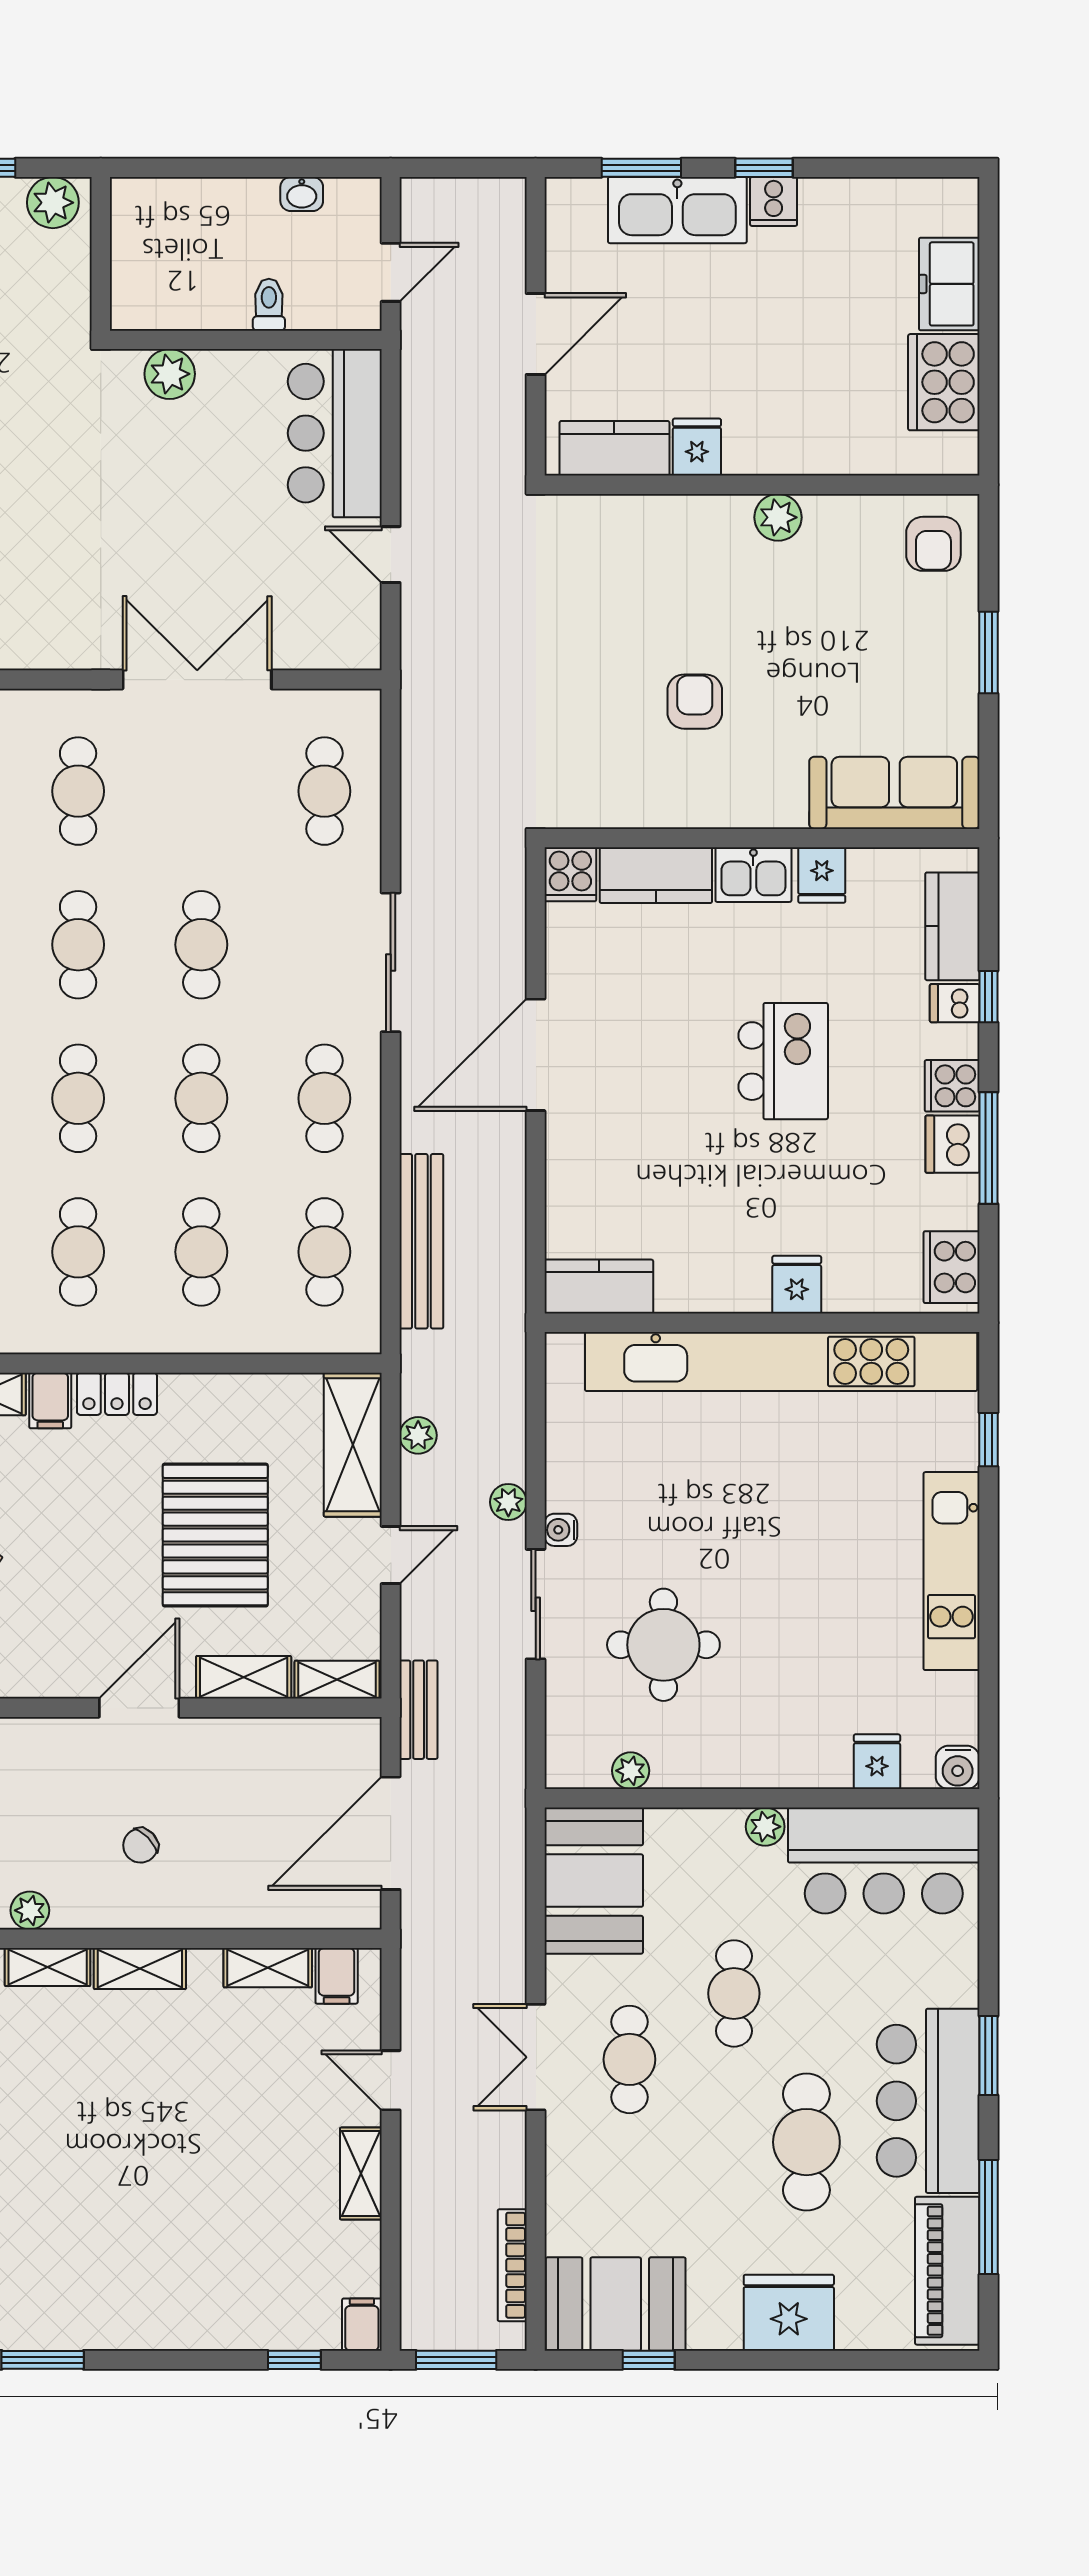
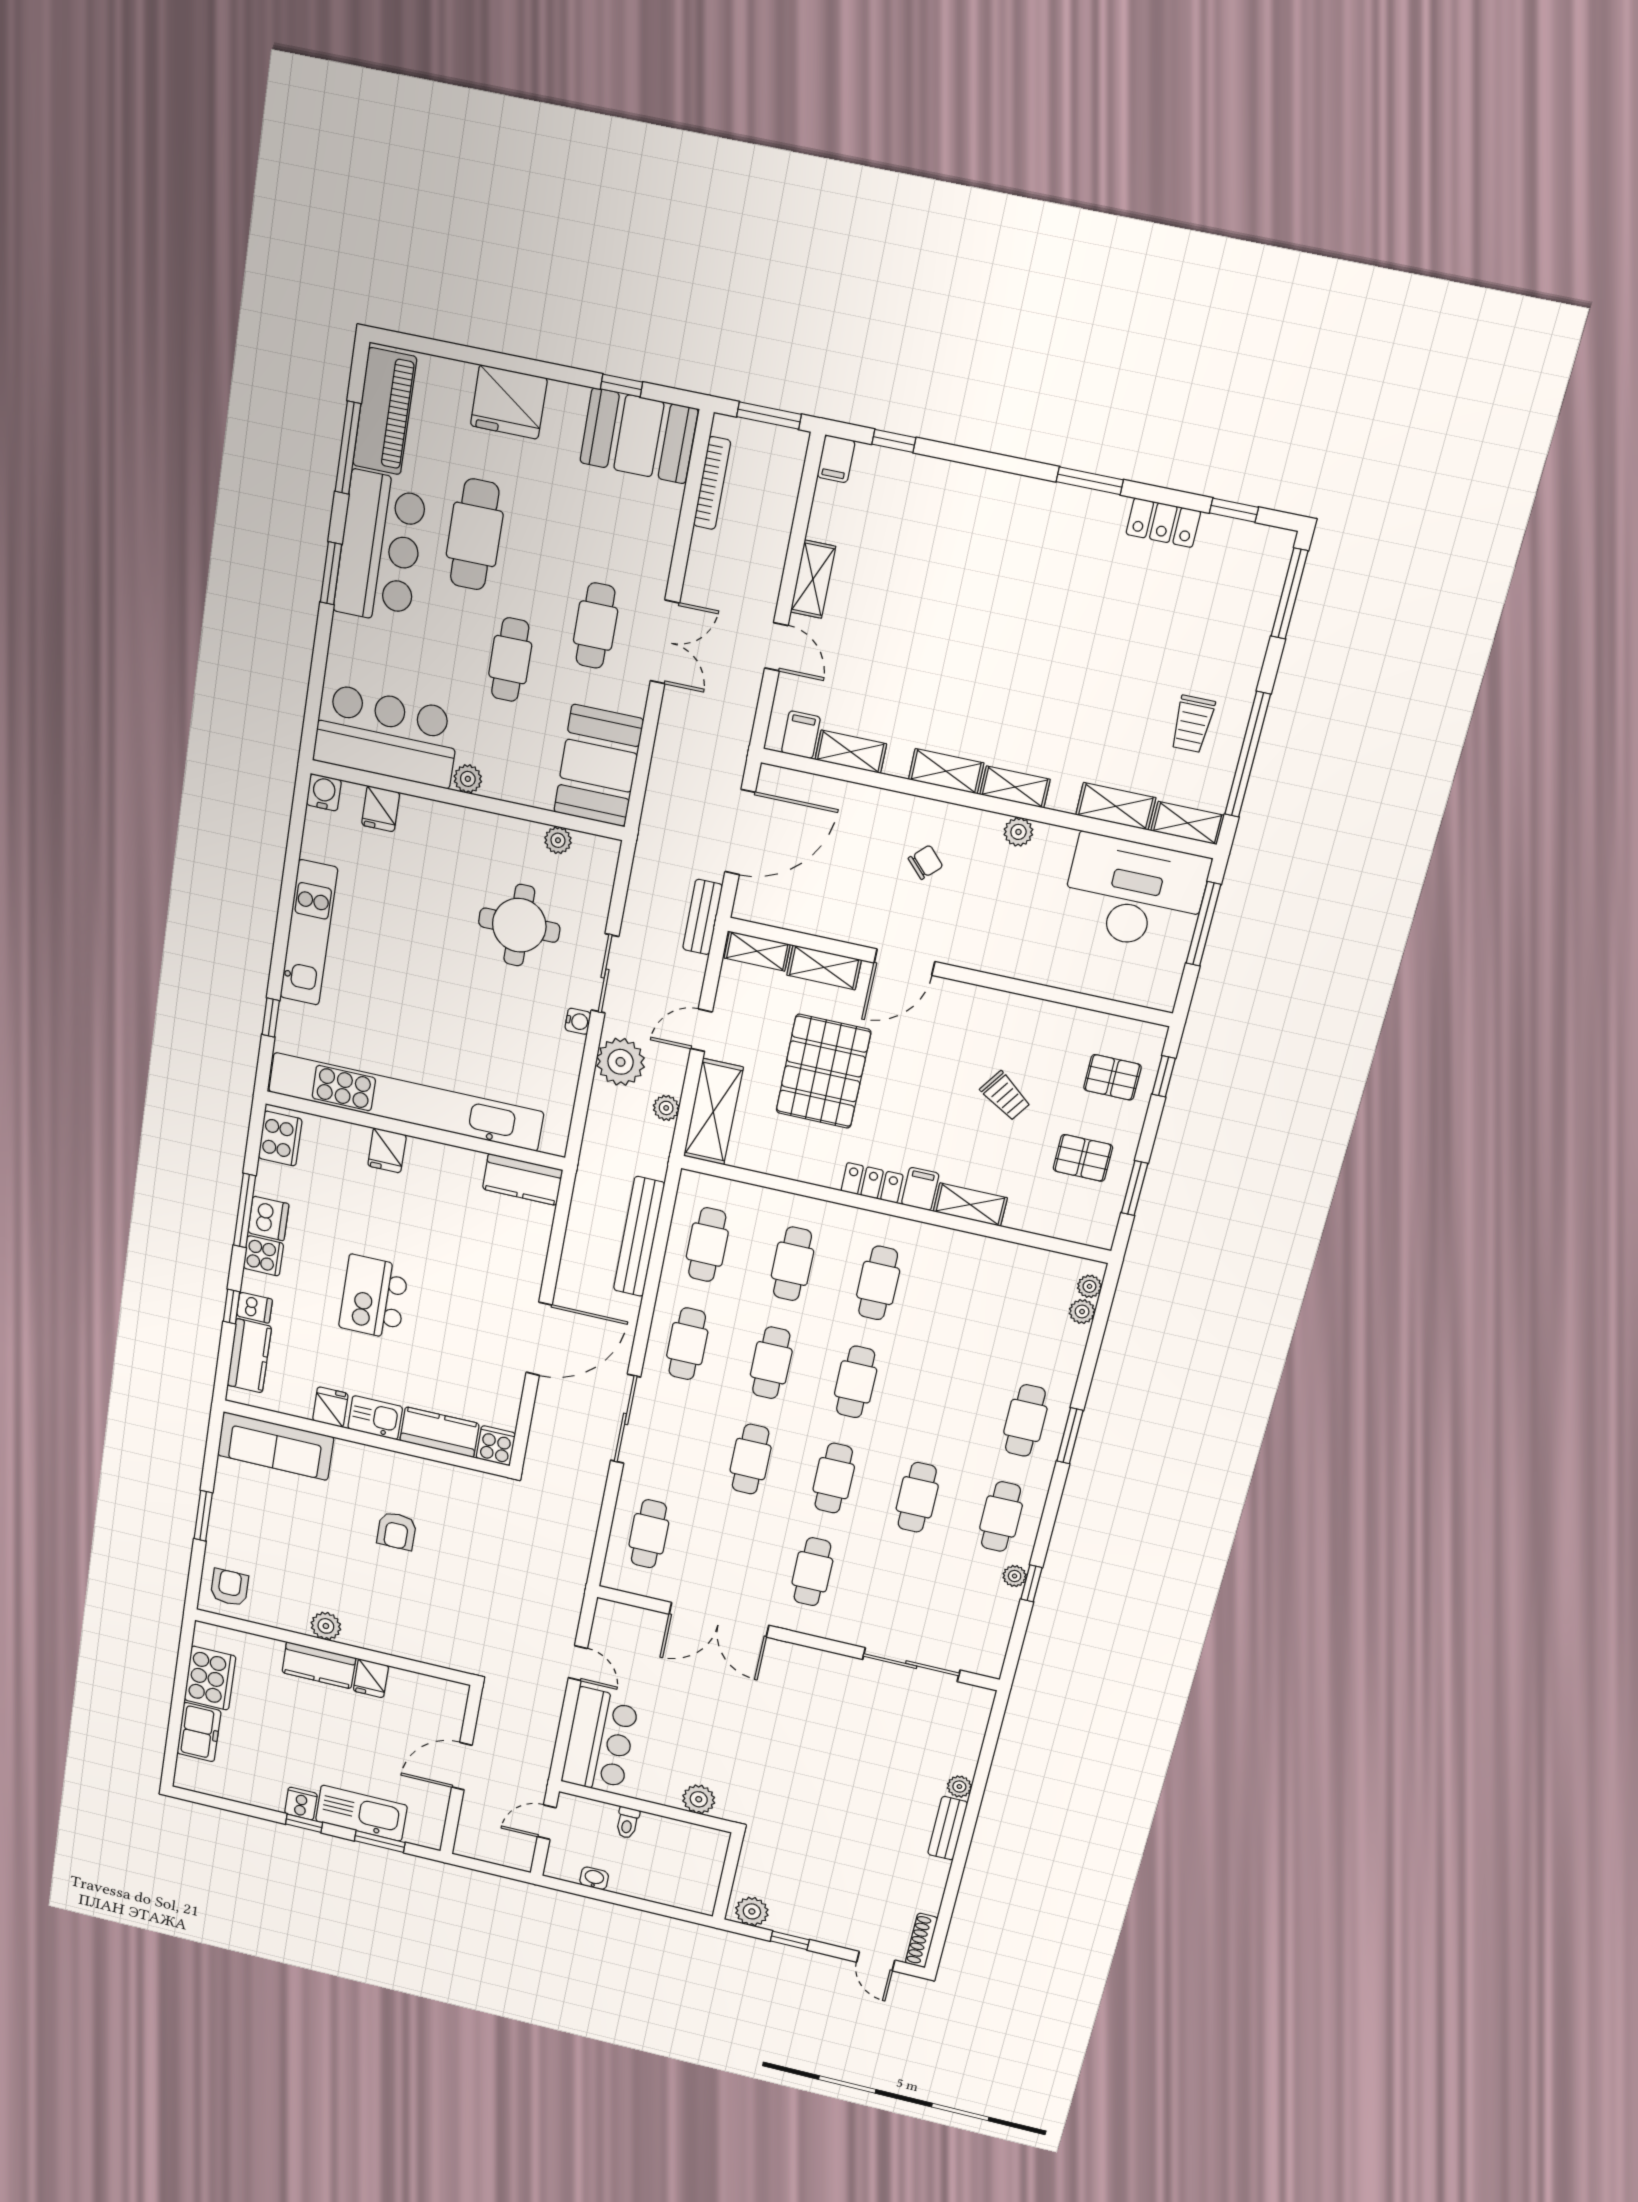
kitchen counter: (614, 448) -> (319, 1665), moved
plant: (508, 1502) -> (621, 1062), width x1.87, depth x1.87

